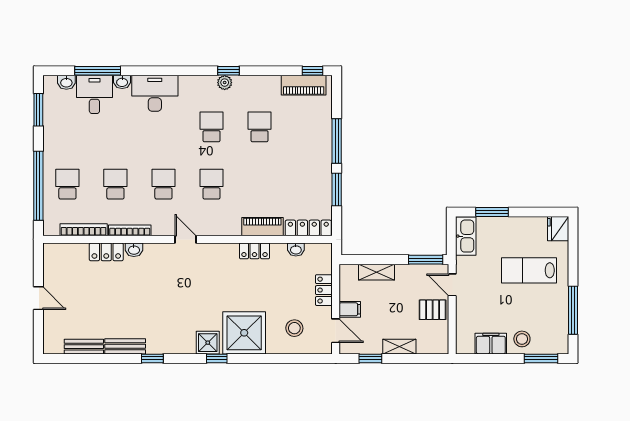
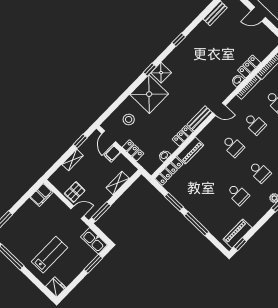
door: (336, 331) -> (109, 138), hinge flipped
stool: (522, 339) -> (21, 220), removed
filing cabinet: (491, 344) -> (41, 195), moved
bench: (125, 346) -> (200, 119), moved

